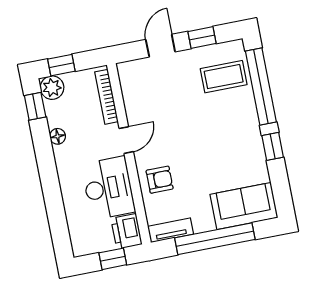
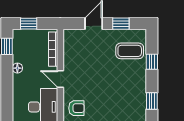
window: (261, 87) -> (152, 62), width x0.32
plant: (52, 88) -> (20, 37), removed
door: (126, 140) -> (60, 79), swing flipped

